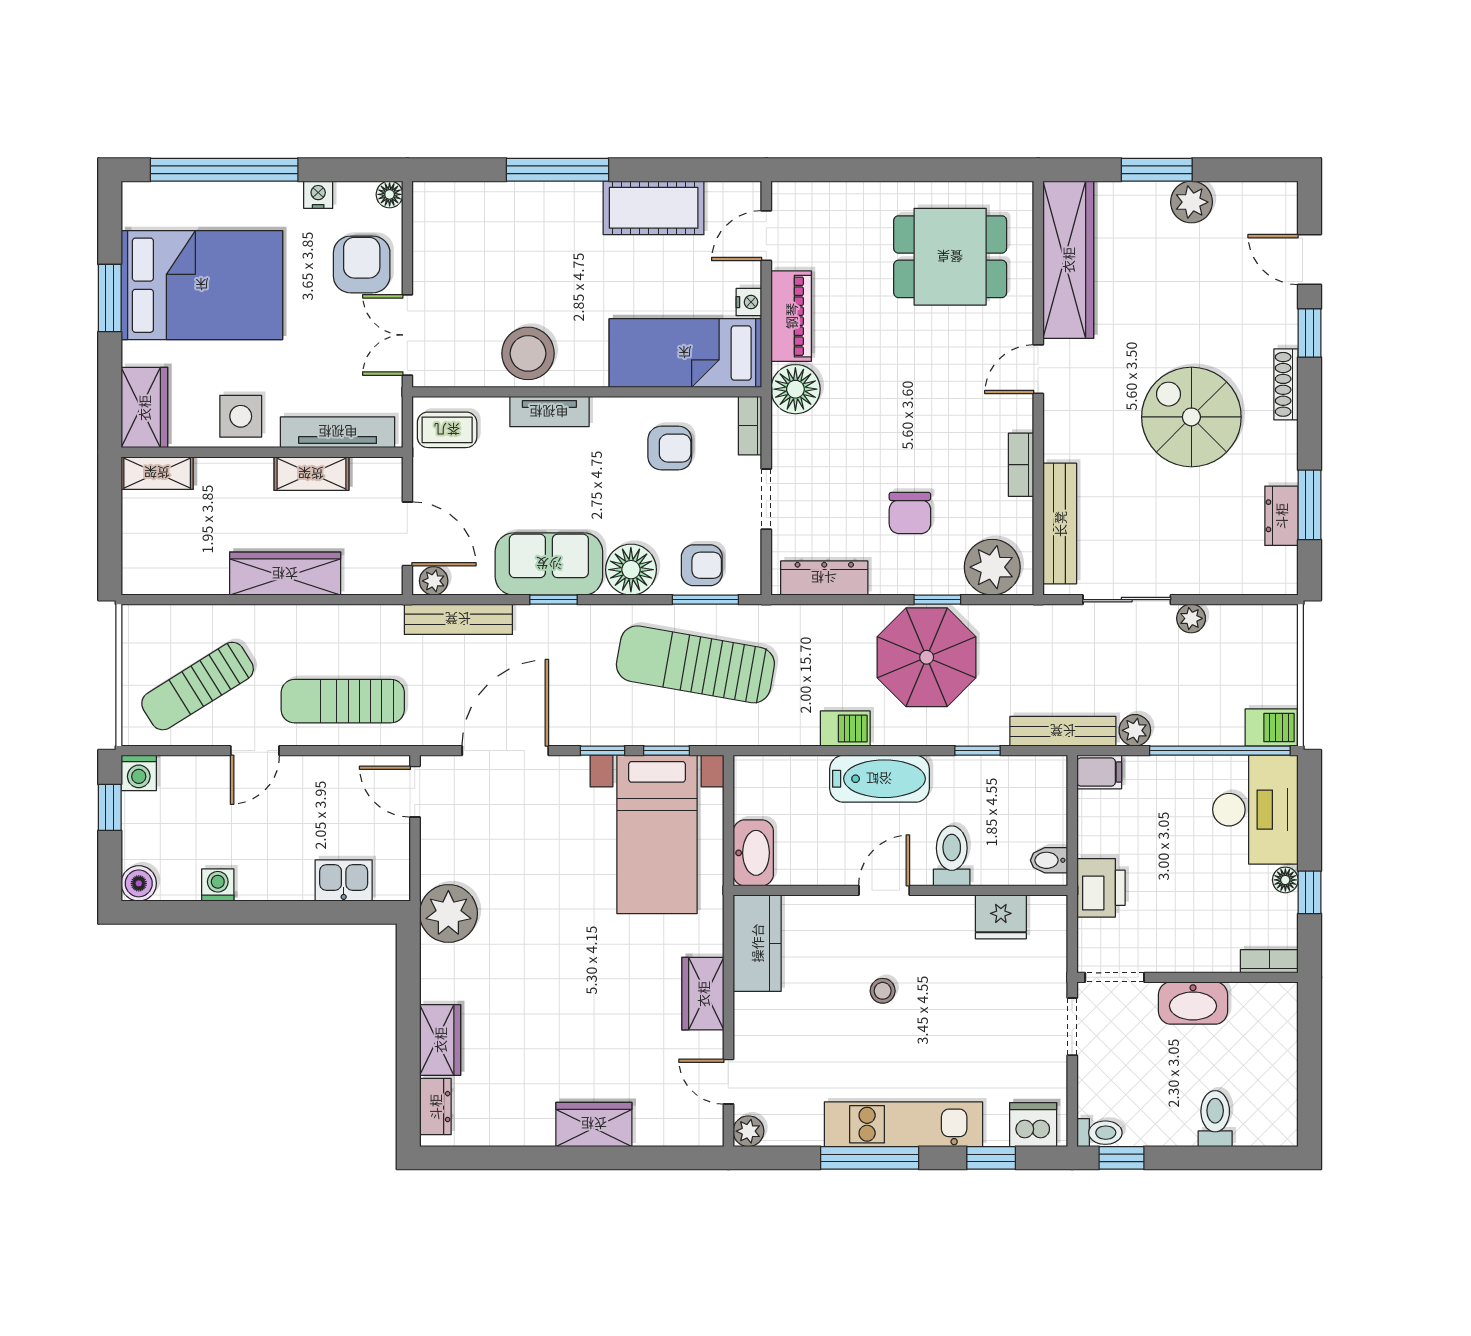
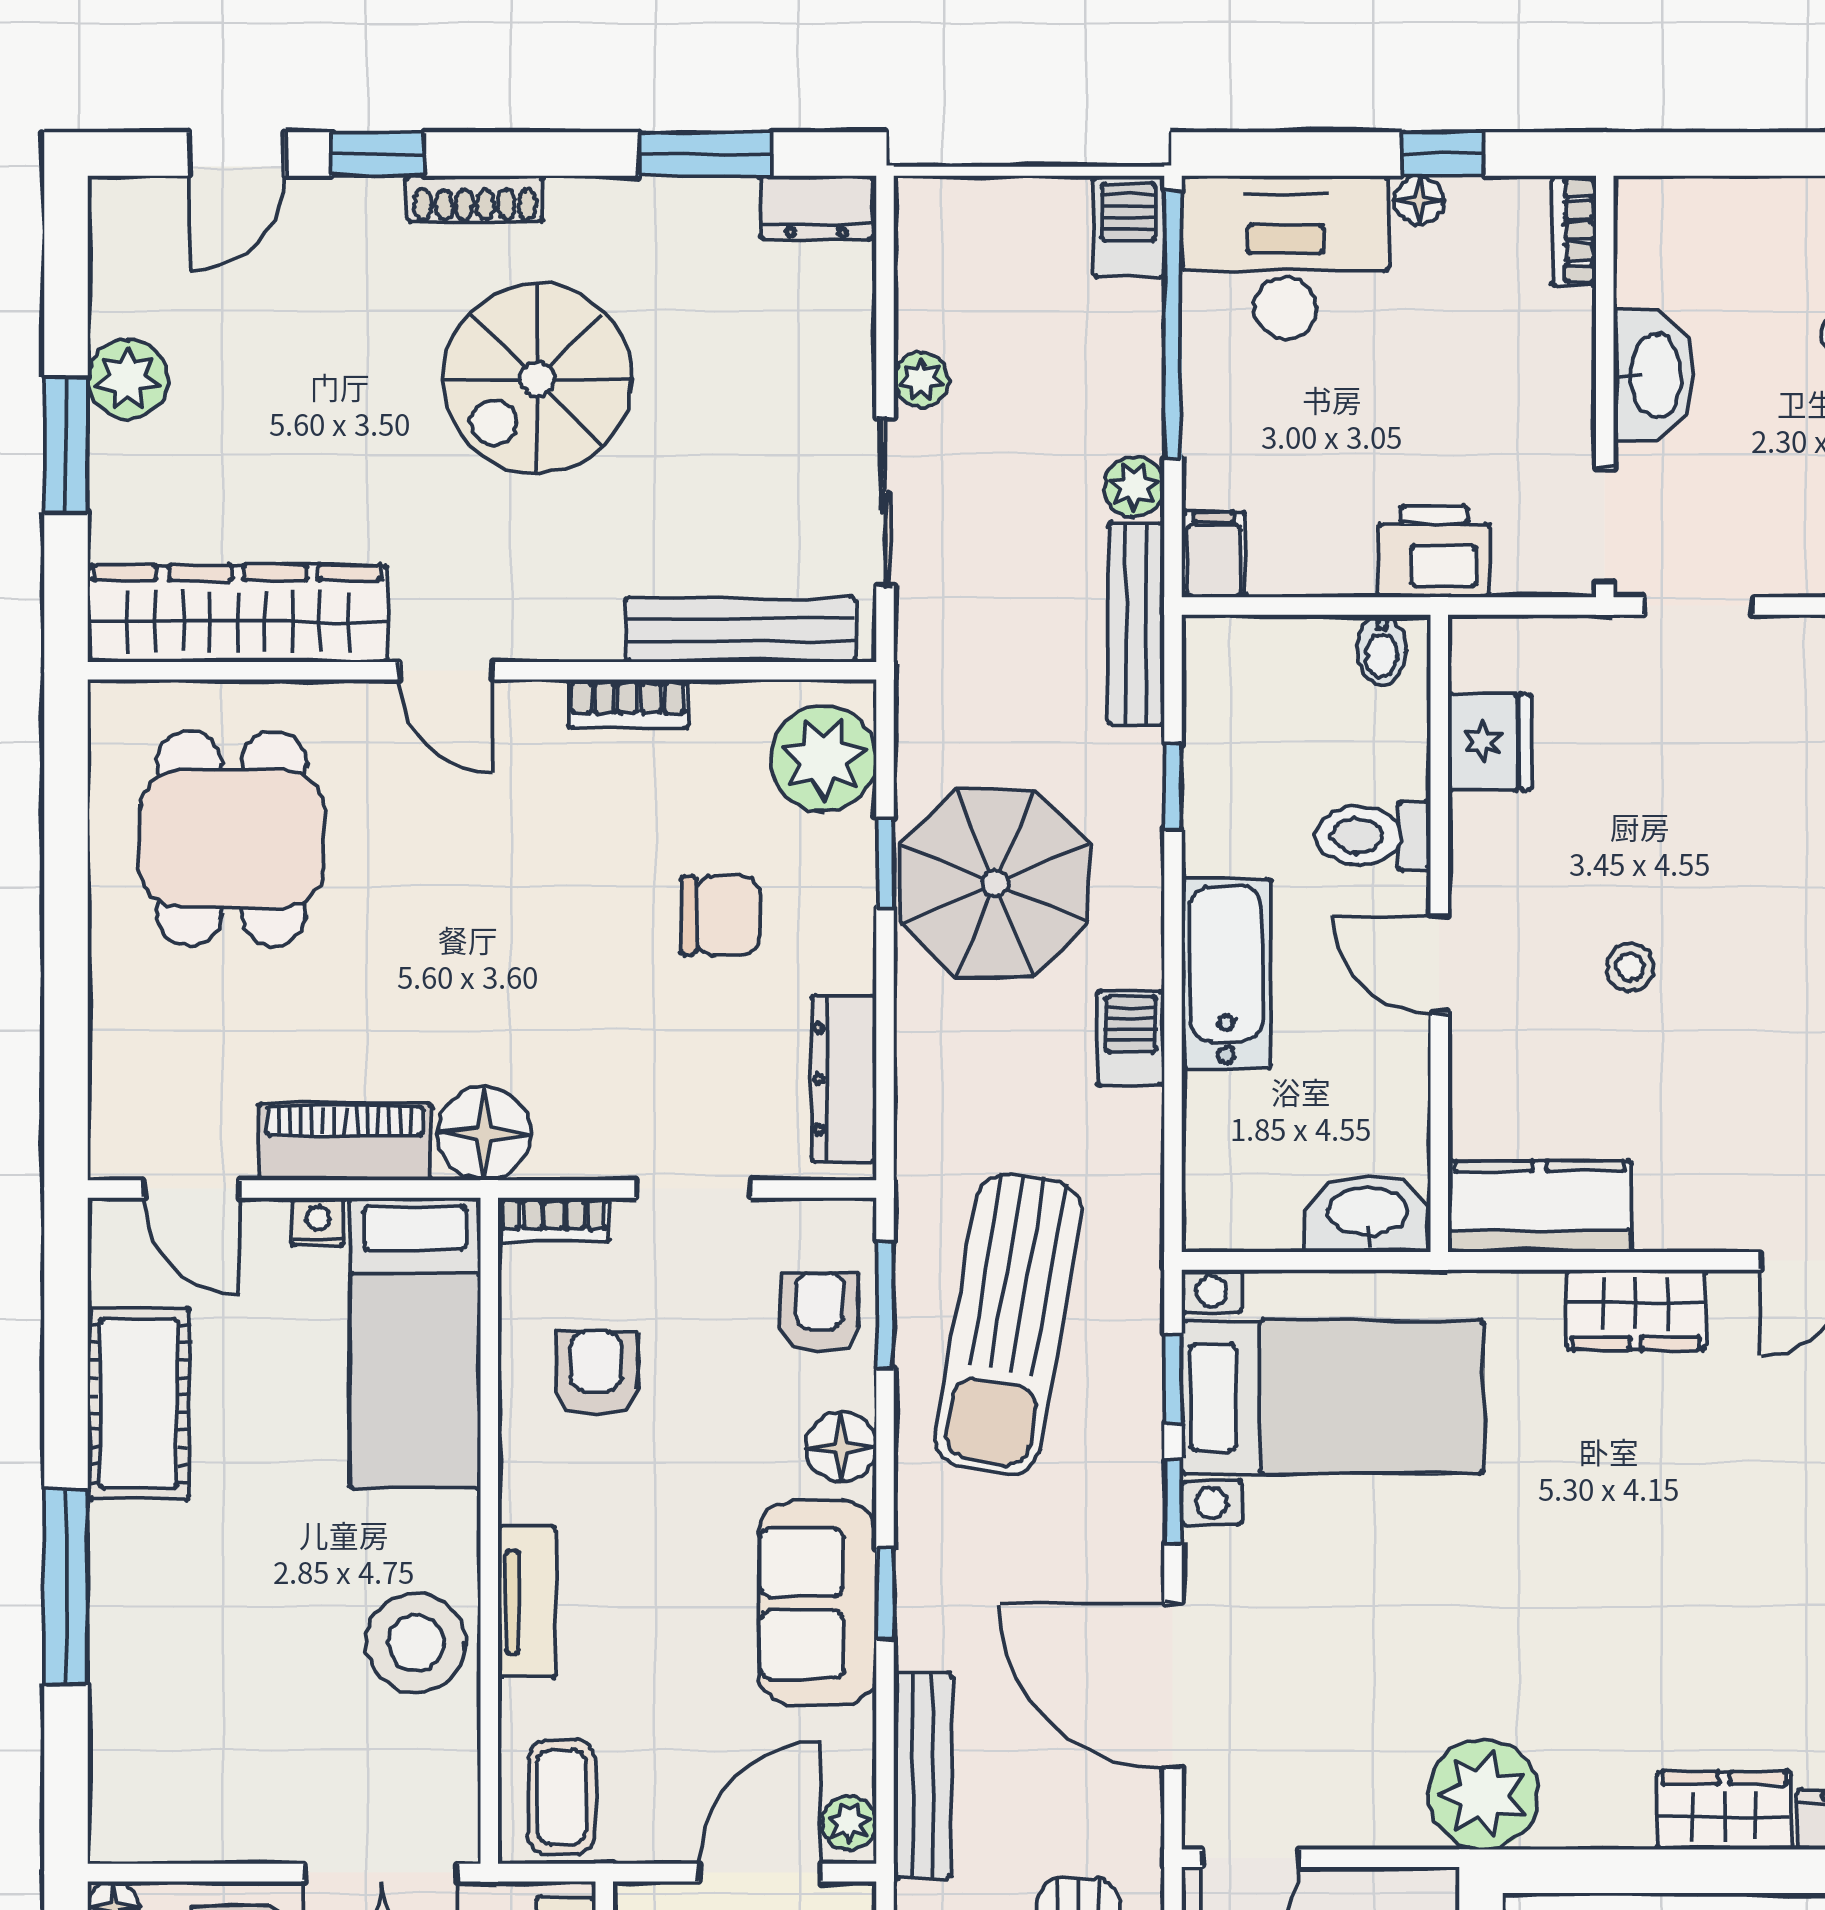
dresser: (1281, 516) -> (817, 207), moved
floor lamp: (631, 570) -> (841, 1447), width x0.73, depth x0.73

